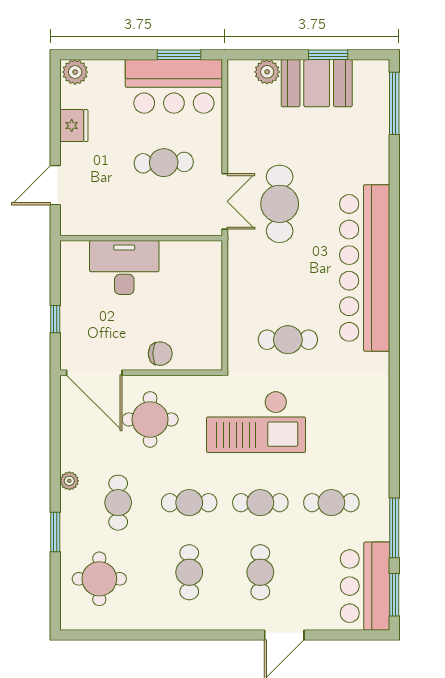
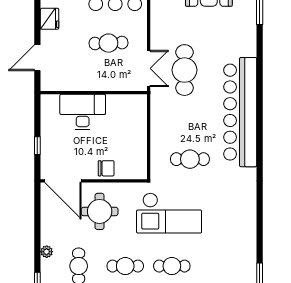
cafe table: (331, 503) -> (218, 266), removed

